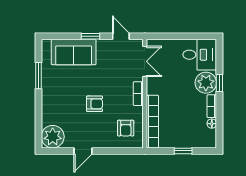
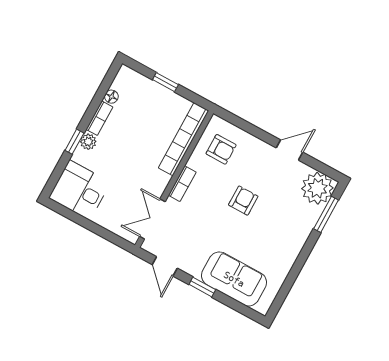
window: (38, 76) -> (326, 214), moved
plant: (206, 83) -> (88, 142), width x0.53, depth x0.53
armchair: (95, 104) -> (243, 201), turned 90
armchair: (126, 128) -> (221, 149), turned 90

